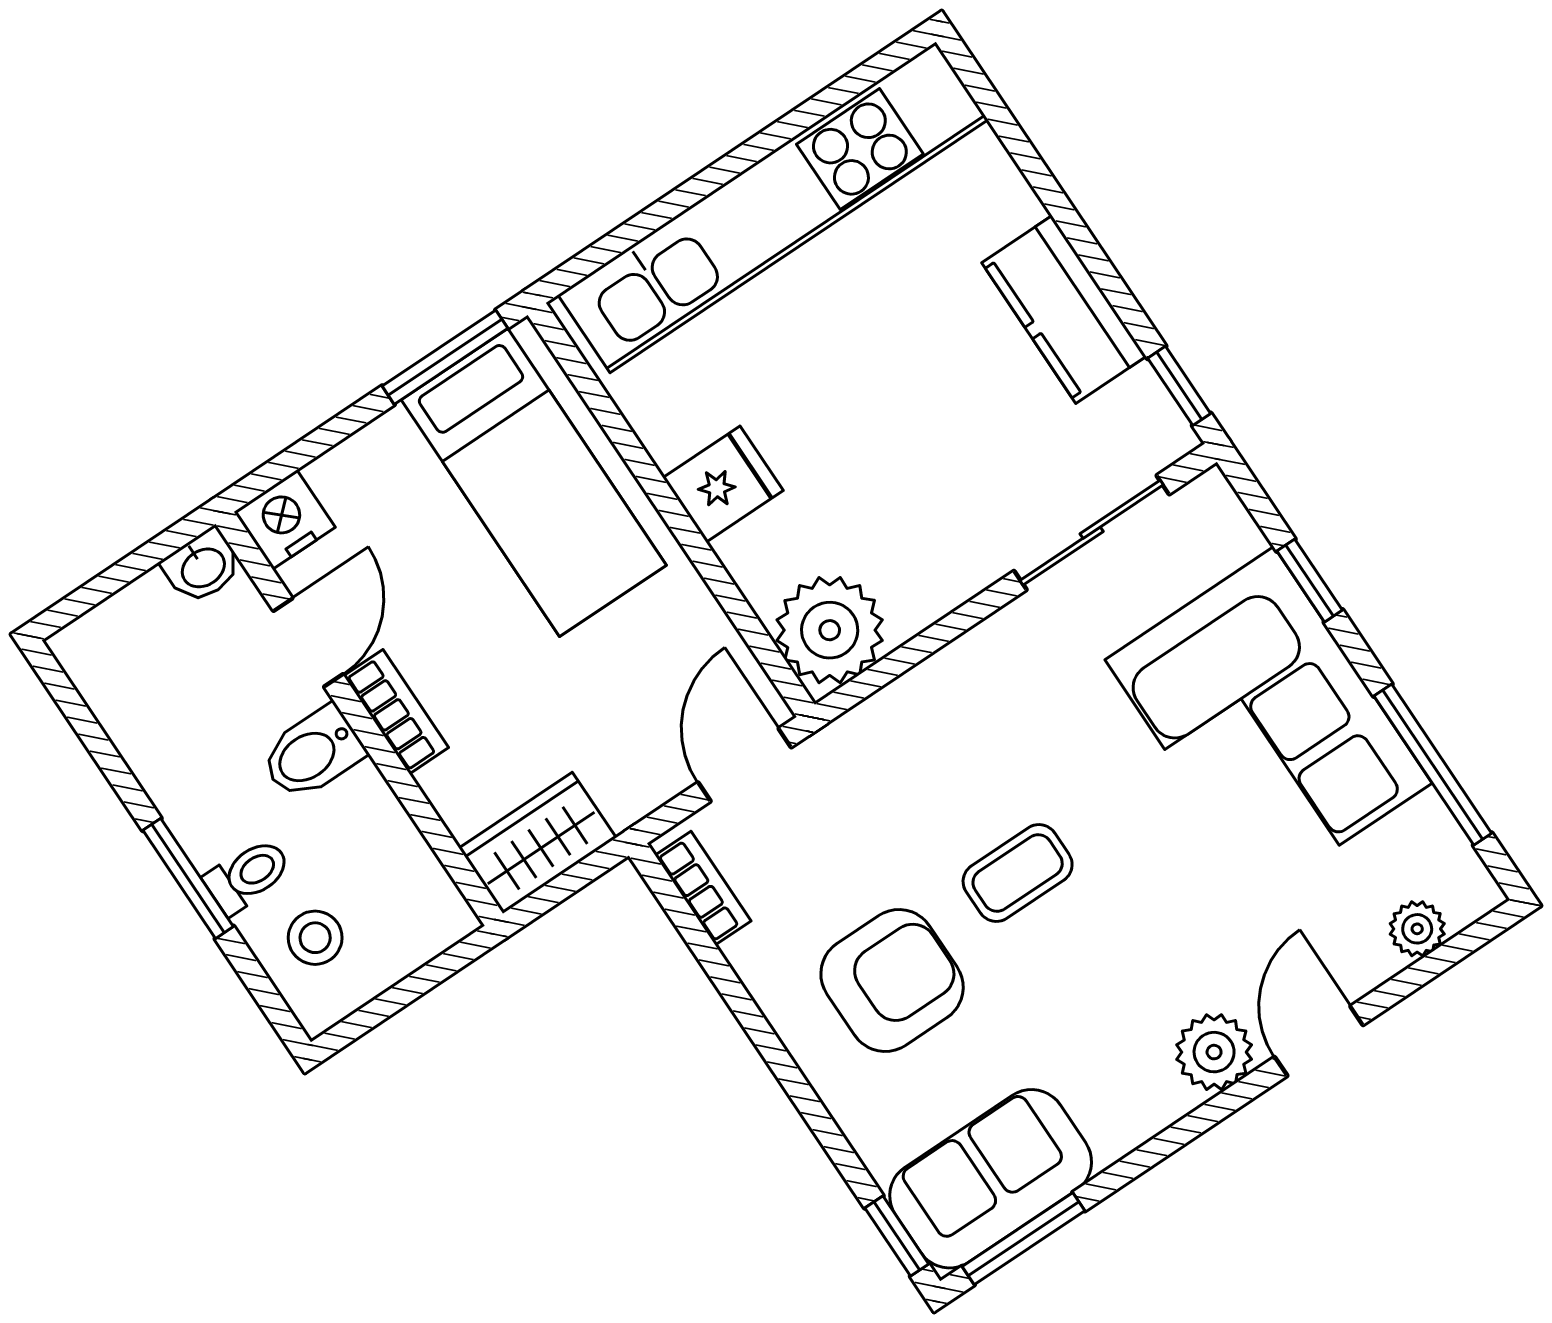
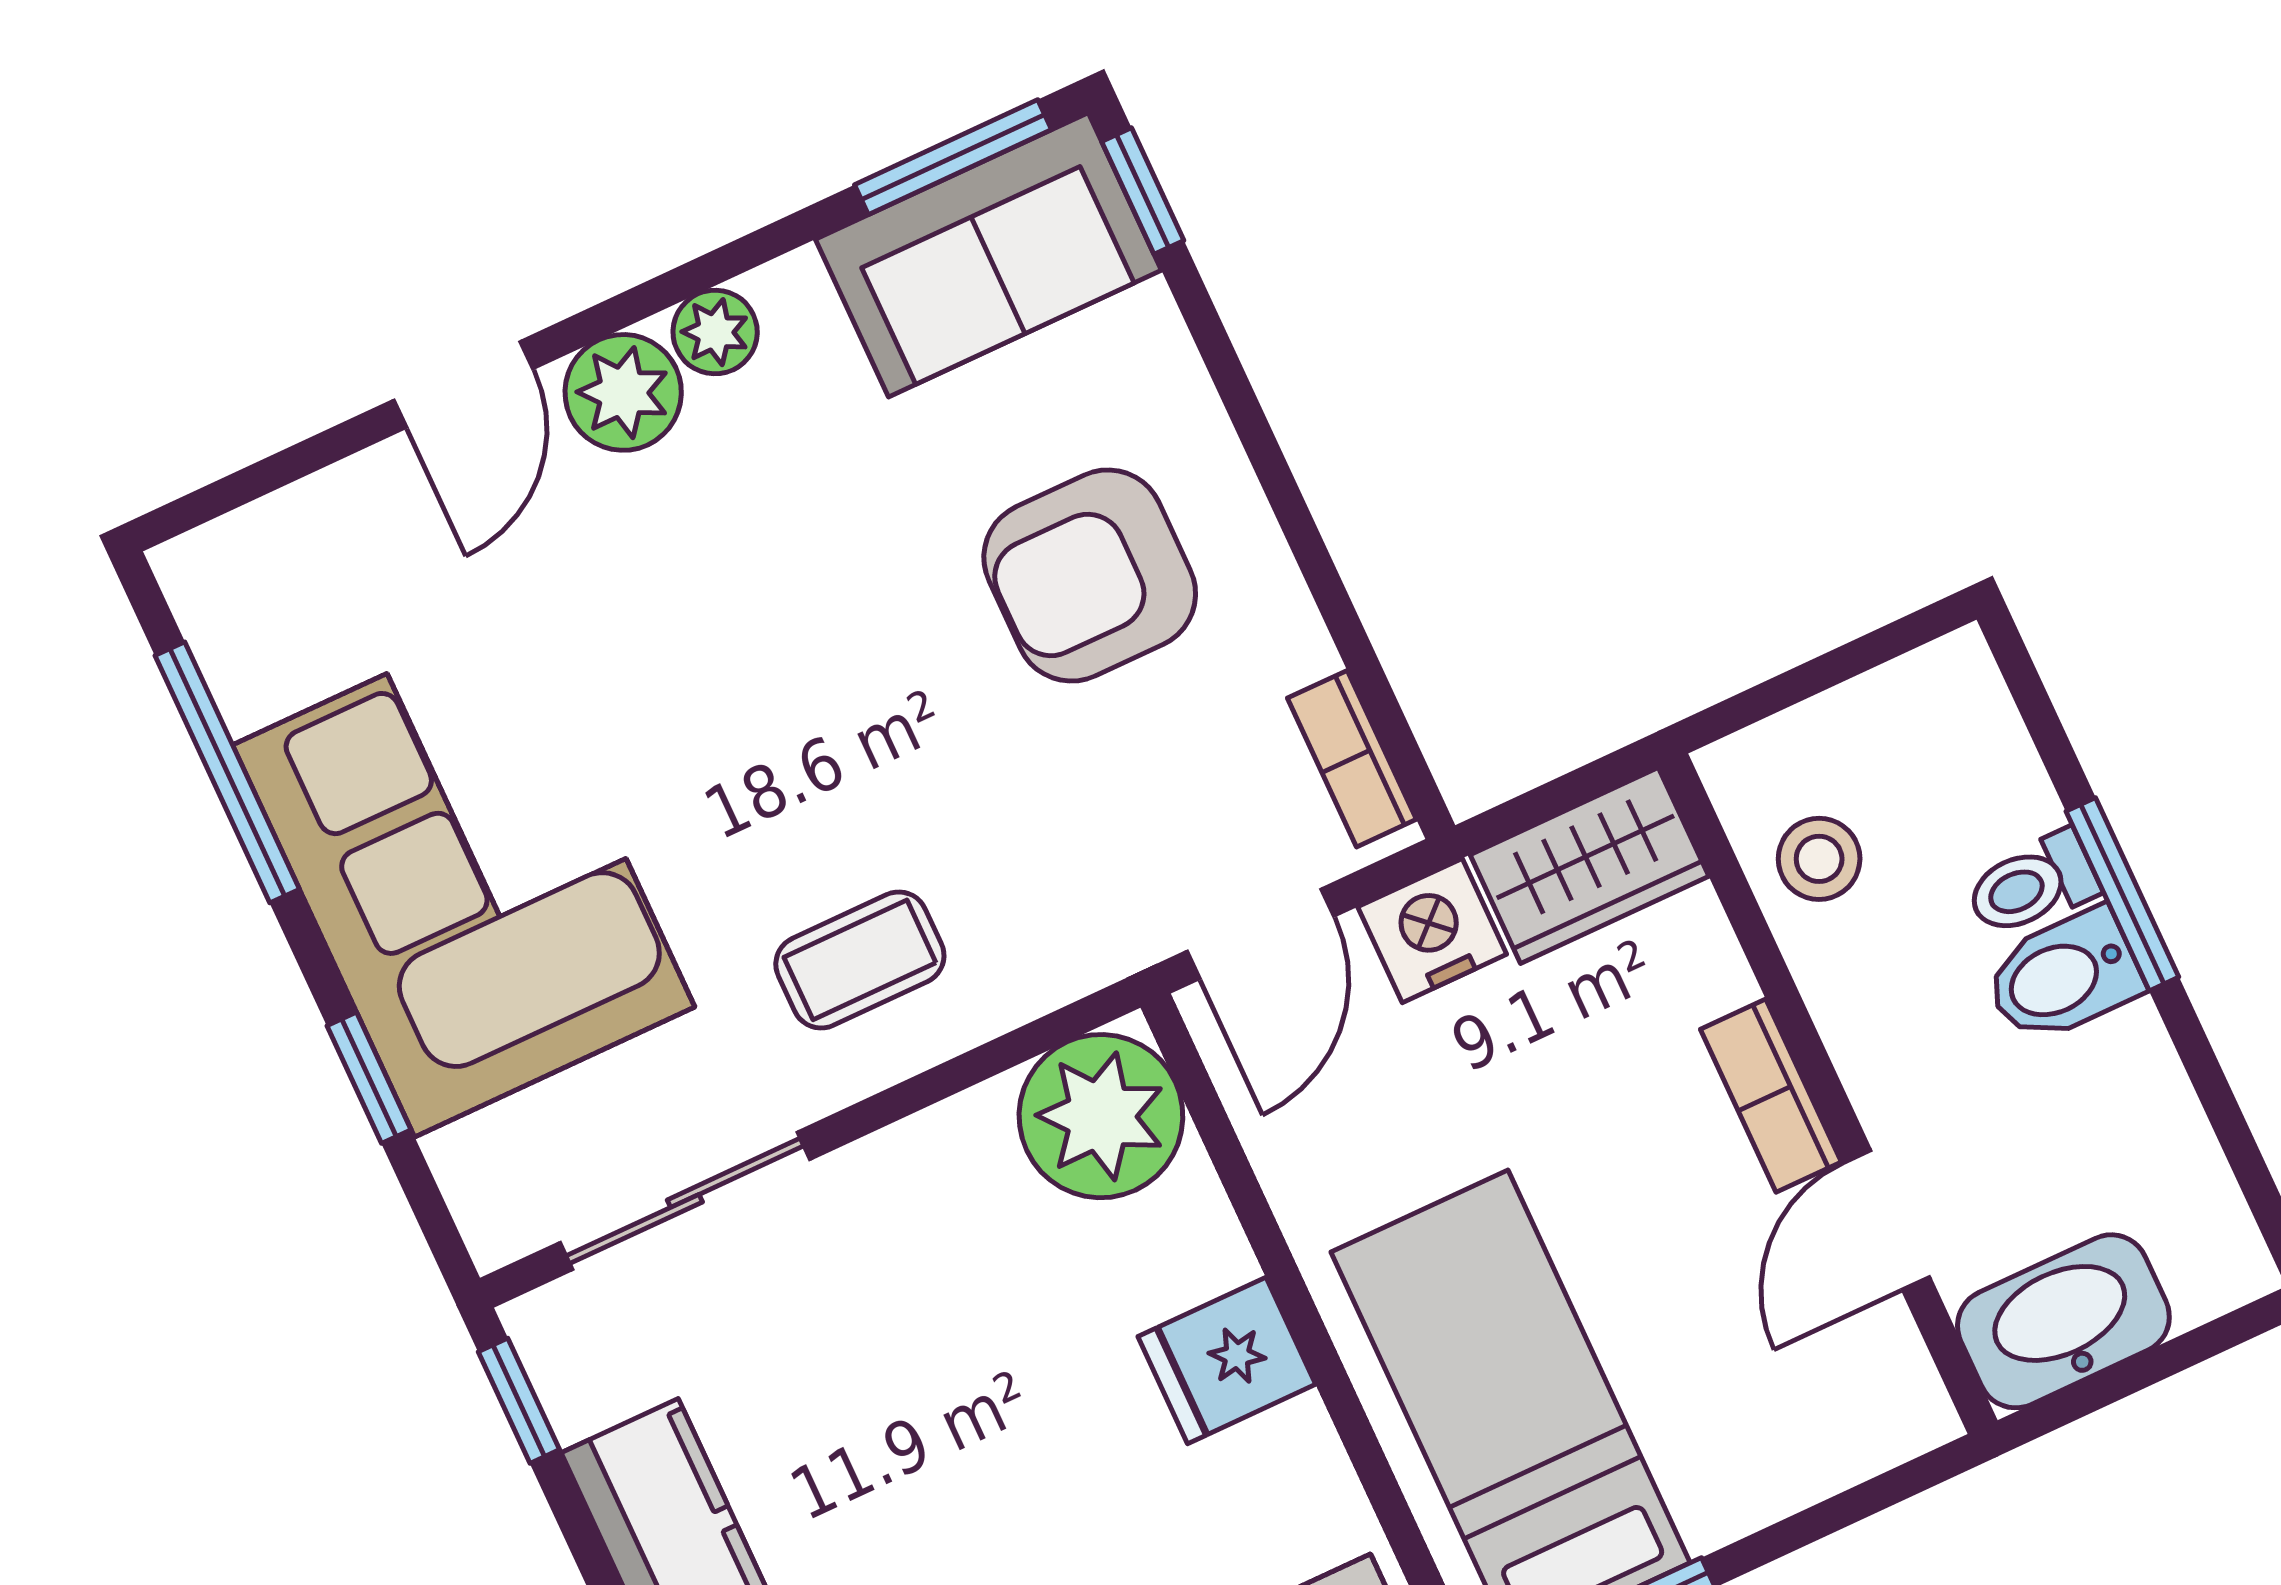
nightstand: (285, 520) -> (1432, 931), moved, turned 180
washbasin: (202, 567) -> (2063, 1321), width x1.91, depth x1.45
bidet: (312, 753) -> (2063, 976), moved, turned 180
coffee table: (1018, 873) -> (860, 960), moved
plant: (1417, 929) -> (715, 332), moved
stool: (315, 938) -> (1819, 859), moved

